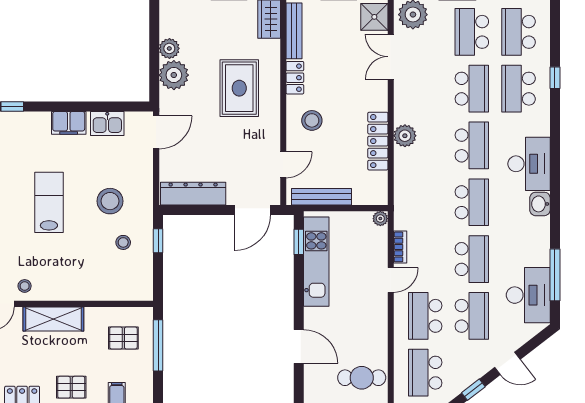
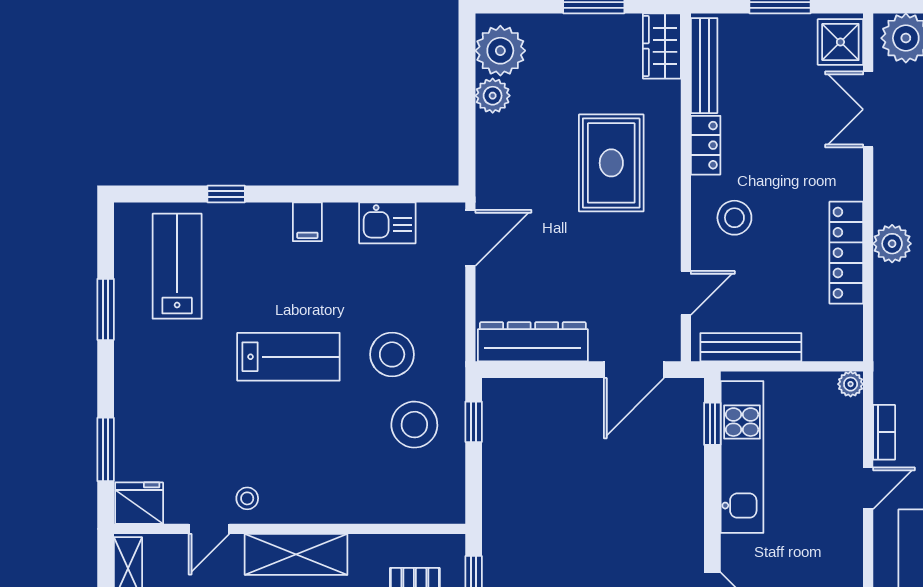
plant: (174, 75) -> (500, 51), moved
filing cabinet: (69, 123) -> (307, 222), width x0.50
lab bench: (49, 202) -> (288, 357), turned 90
stool: (123, 242) -> (414, 425), width x1.89, depth x1.89

